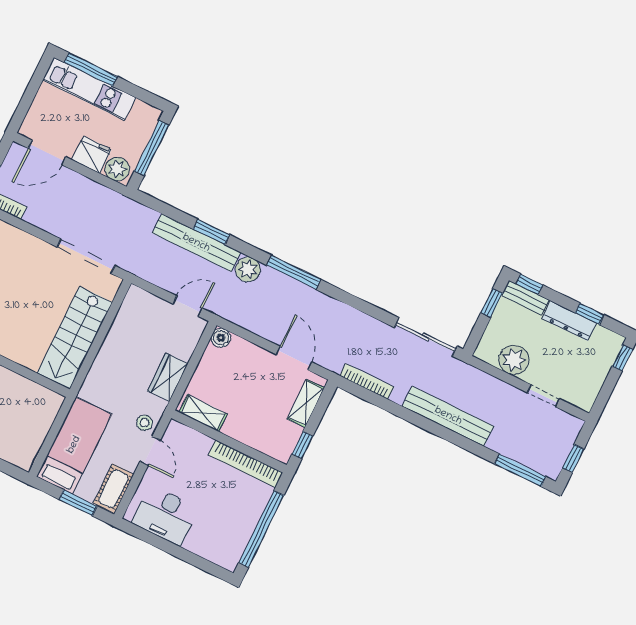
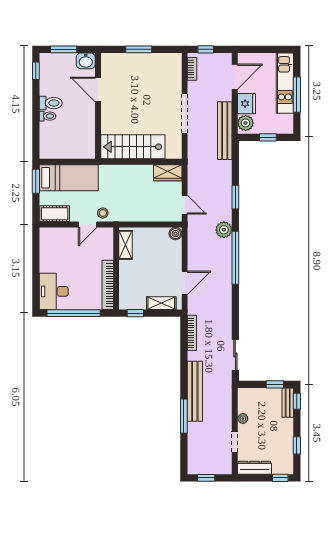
window: (91, 69) -> (297, 95), moved
window: (152, 148) -> (268, 137), width x0.46
door: (47, 153) -> (235, 77), swing flipped
bench: (196, 243) -> (225, 131), moved
doorway: (86, 256) -> (185, 114), moved
window: (294, 272) -> (235, 258), width x1.46
dresser: (569, 321) -> (254, 468), moved, turned 90
sliding door: (426, 337) -> (235, 355), width x0.73
plant: (514, 360) -> (243, 419), width x0.53, depth x0.53
wardrobe: (168, 377) -> (168, 173), moved, turned 180
window: (520, 470) -> (184, 416), moved
window: (78, 503) -> (36, 181), moved
desk: (165, 515) -> (54, 291), moved

